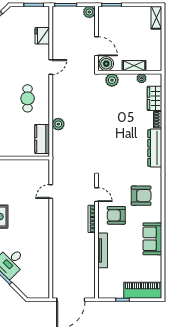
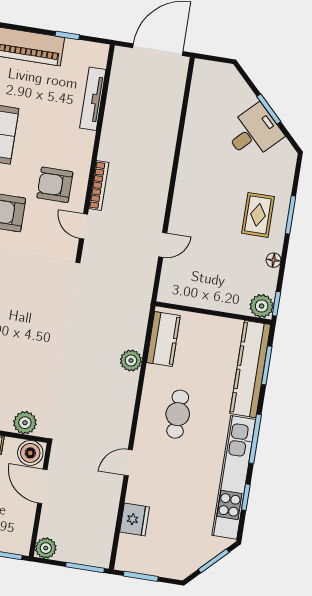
armchair: (116, 215) -> (55, 185), turned 180
tv unit: (103, 250) -> (93, 99), moved

